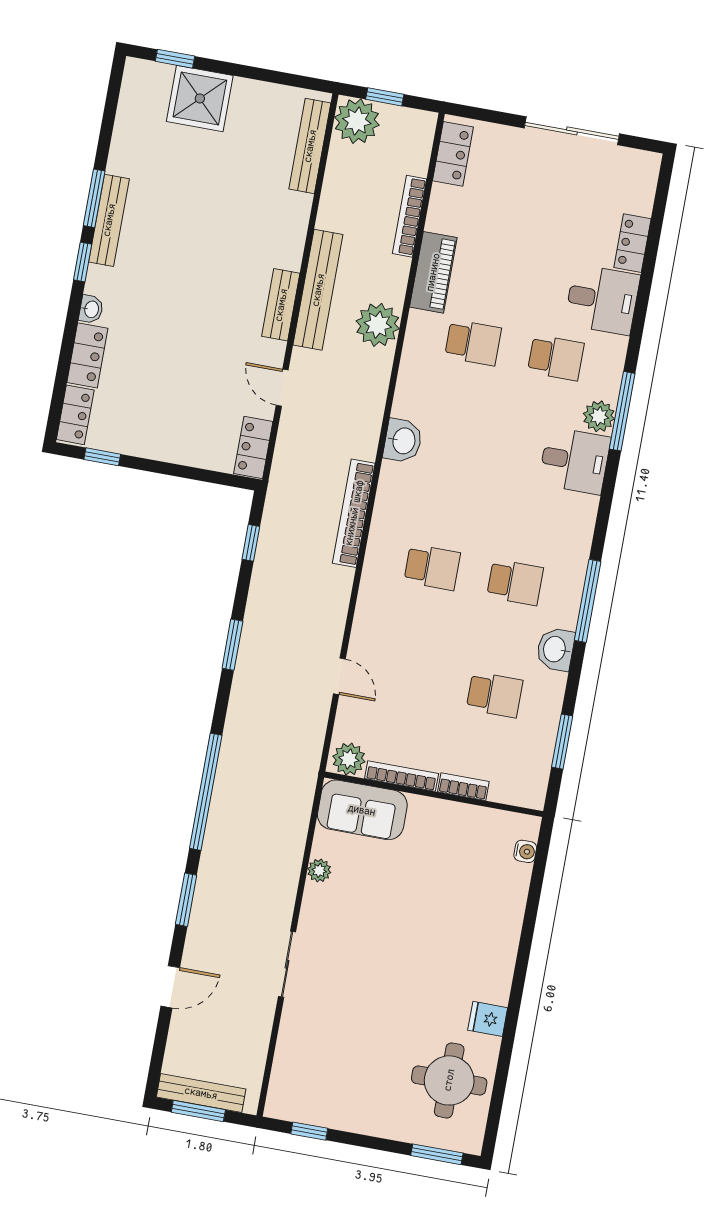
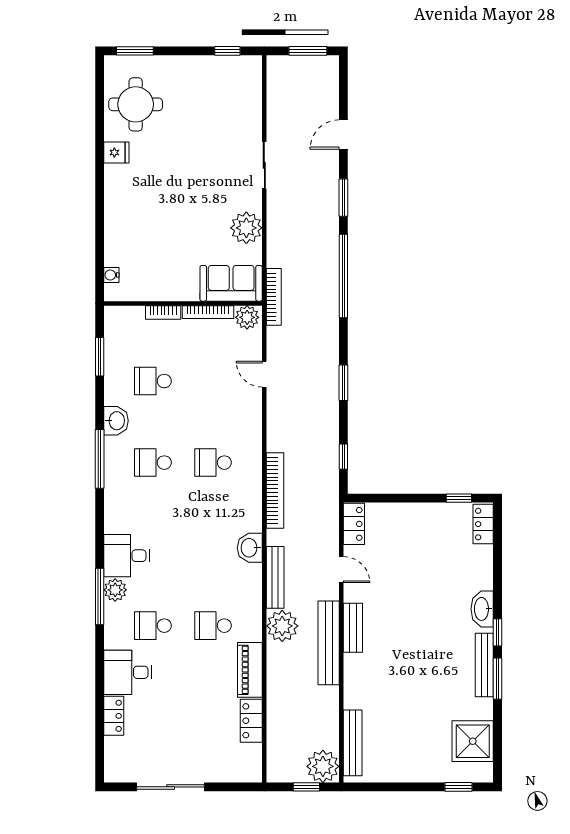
shower: (200, 98) -> (473, 741), moved
locker: (453, 154) -> (251, 721), moved
bookcase: (410, 216) -> (274, 297), moved
washbasin: (91, 309) -> (482, 609), width x1.91, depth x1.45
locker: (87, 355) -> (482, 567), removed
plant: (319, 870) -> (246, 228), width x1.88, depth x1.88
bench: (201, 1093) -> (275, 577), moved, turned 90

